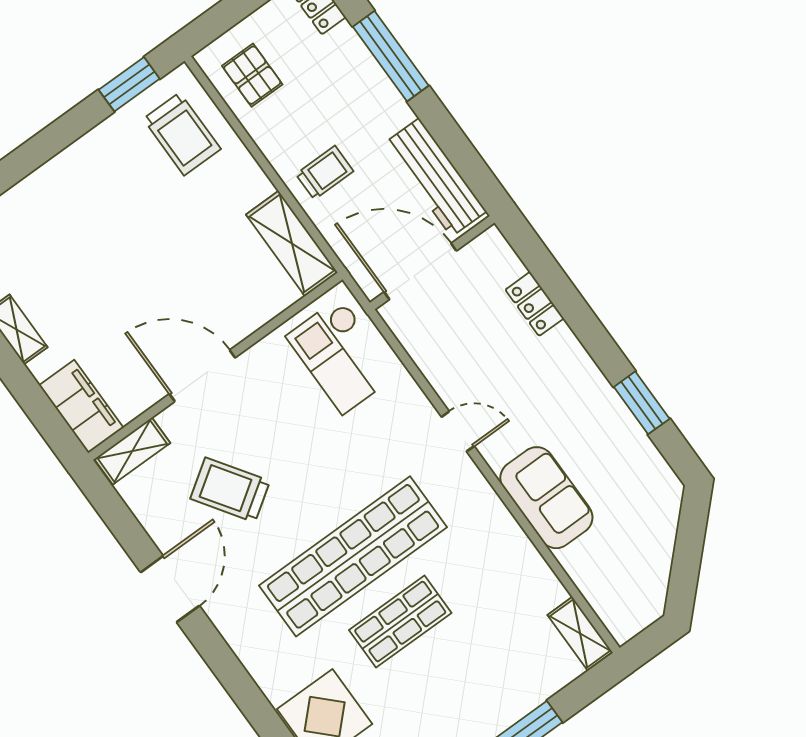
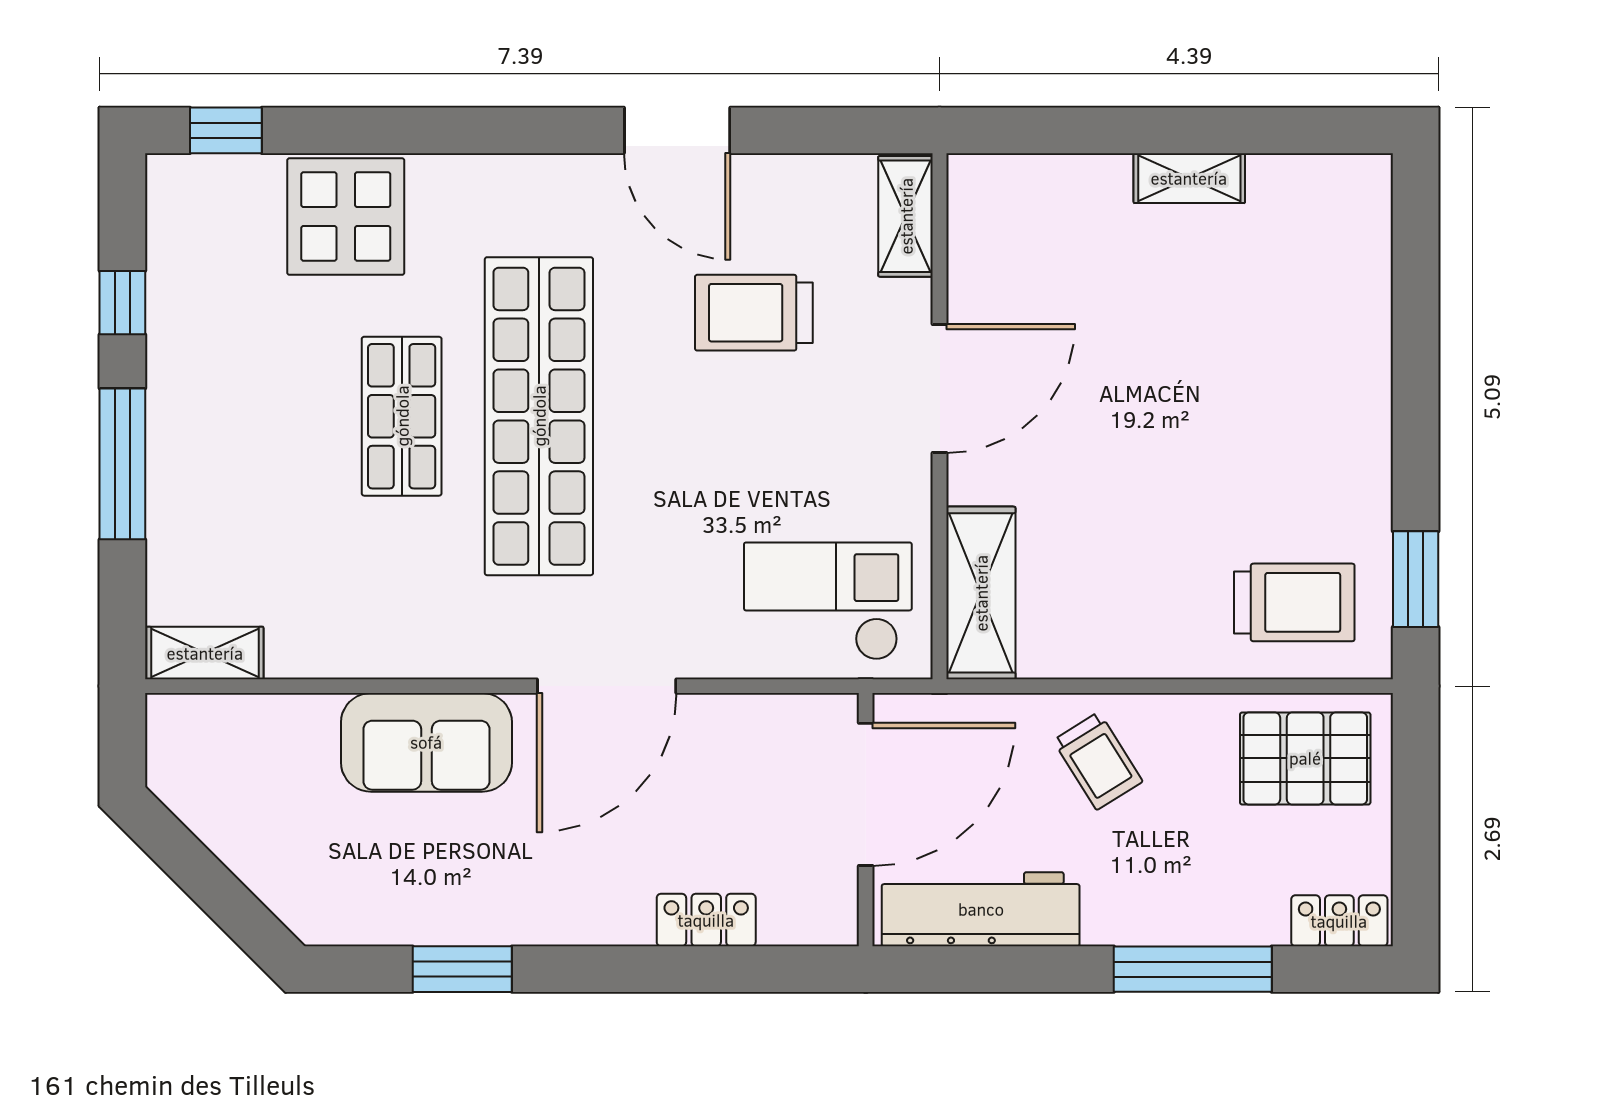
pallet: (252, 75) -> (1305, 758), width x1.50, depth x1.42
trolley: (182, 134) -> (1294, 602), turned 180
trolley: (325, 173) -> (1098, 761), turned -32
shelving: (292, 244) -> (981, 593), moved, turned 90
filing cabinet: (81, 406) -> (1018, 190), removed
door: (458, 431) -> (607, 686), width x1.87
trolley: (230, 490) -> (754, 313), turned -146

